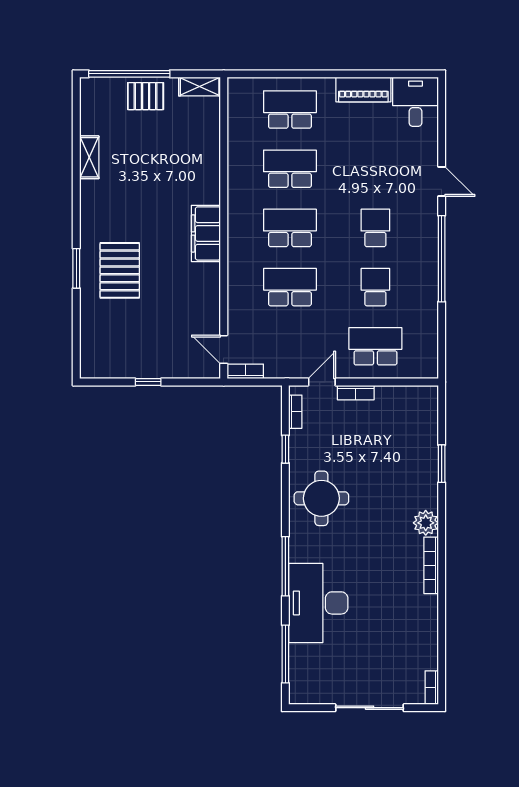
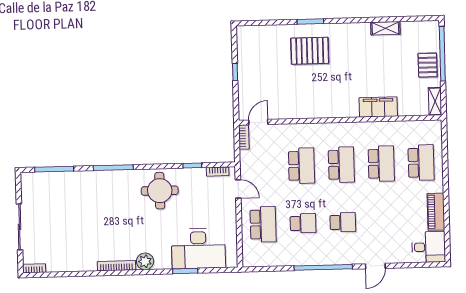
filing cabinet: (206, 233) -> (378, 107), moved
bookcase: (356, 393) -> (232, 212), removed
desk: (318, 603) -> (198, 249), moved, turned 180

